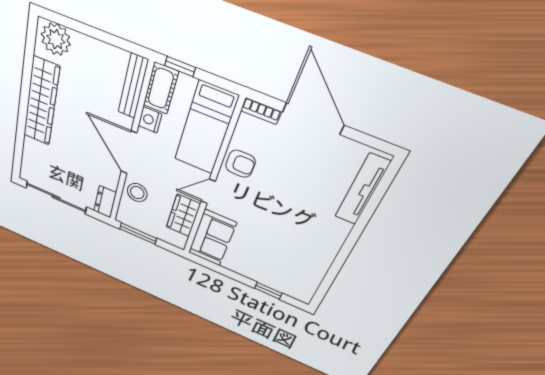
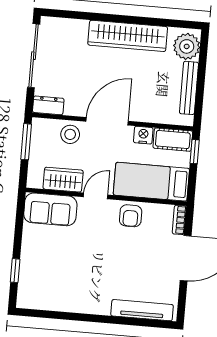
bench: (133, 86) -> (189, 88), moved, turned 90
door: (208, 191) -> (96, 196), hinge flipped

